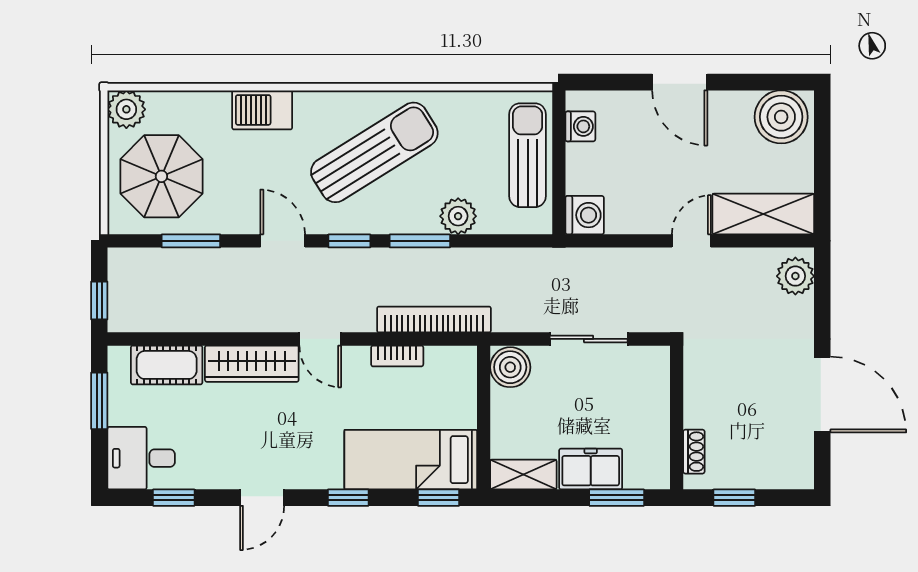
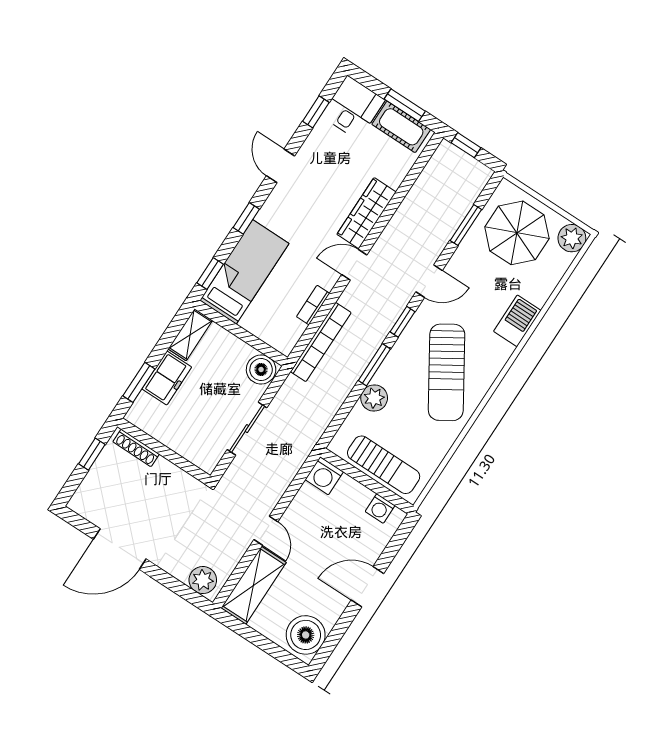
cot: (167, 365) -> (401, 127), moved, turned 90
shoe rack: (694, 452) -> (136, 448), width x1.43

